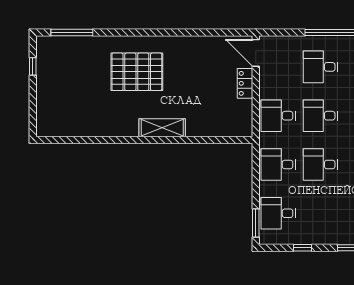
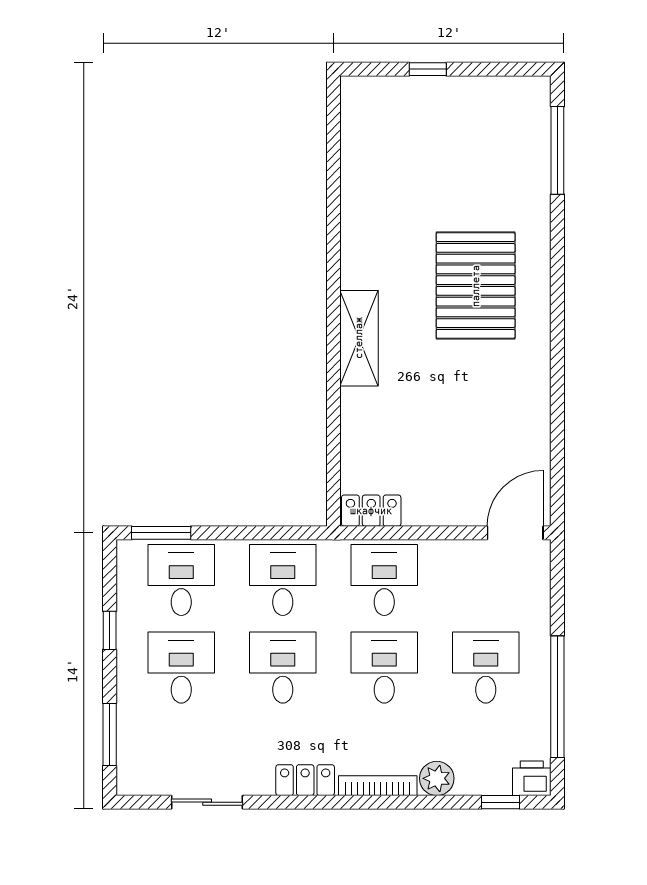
window: (33, 66) -> (428, 69), moved
locker: (245, 83) -> (371, 511), moved
desk: (320, 213) -> (181, 668), added

